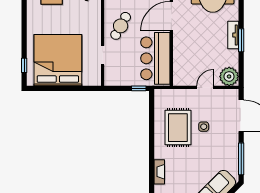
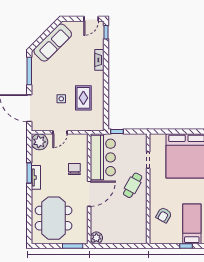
chair: (188, 45) -> (74, 169), added
rug: (178, 128) -> (83, 98), width x0.73, depth x0.70

